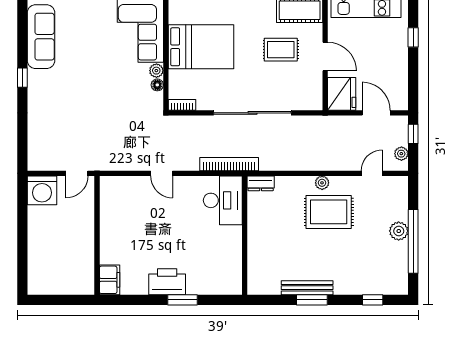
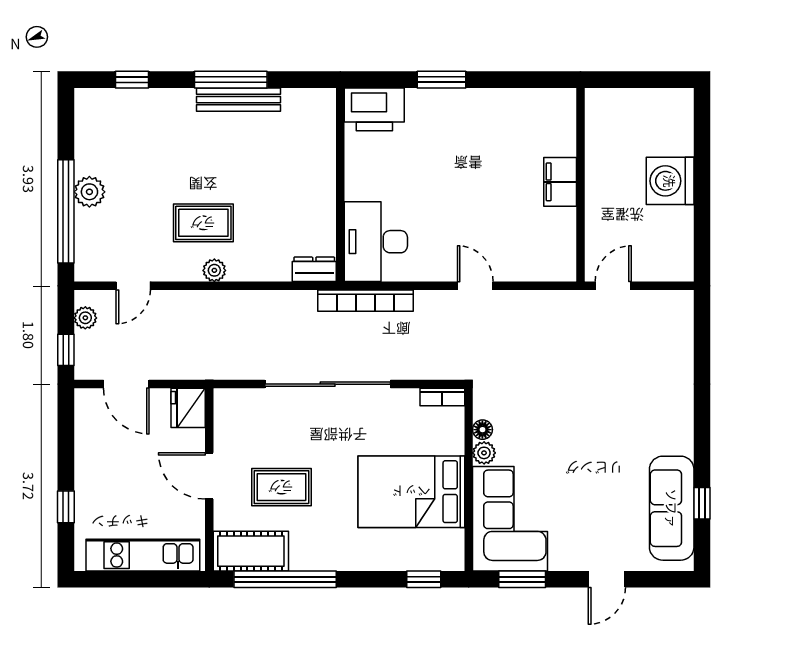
window: (22, 78) -> (702, 503), moved
fridge: (342, 94) -> (188, 408), width x0.73, depth x0.75
washing machine: (42, 190) -> (670, 181), moved, turned -90
rug: (329, 212) -> (203, 223), width x0.73, depth x0.70
window: (413, 241) -> (66, 211), moved
filing cabinet: (110, 280) -> (560, 182), moved
printer: (167, 282) -> (374, 109), moved
window: (312, 300) -> (231, 80), width x1.44

